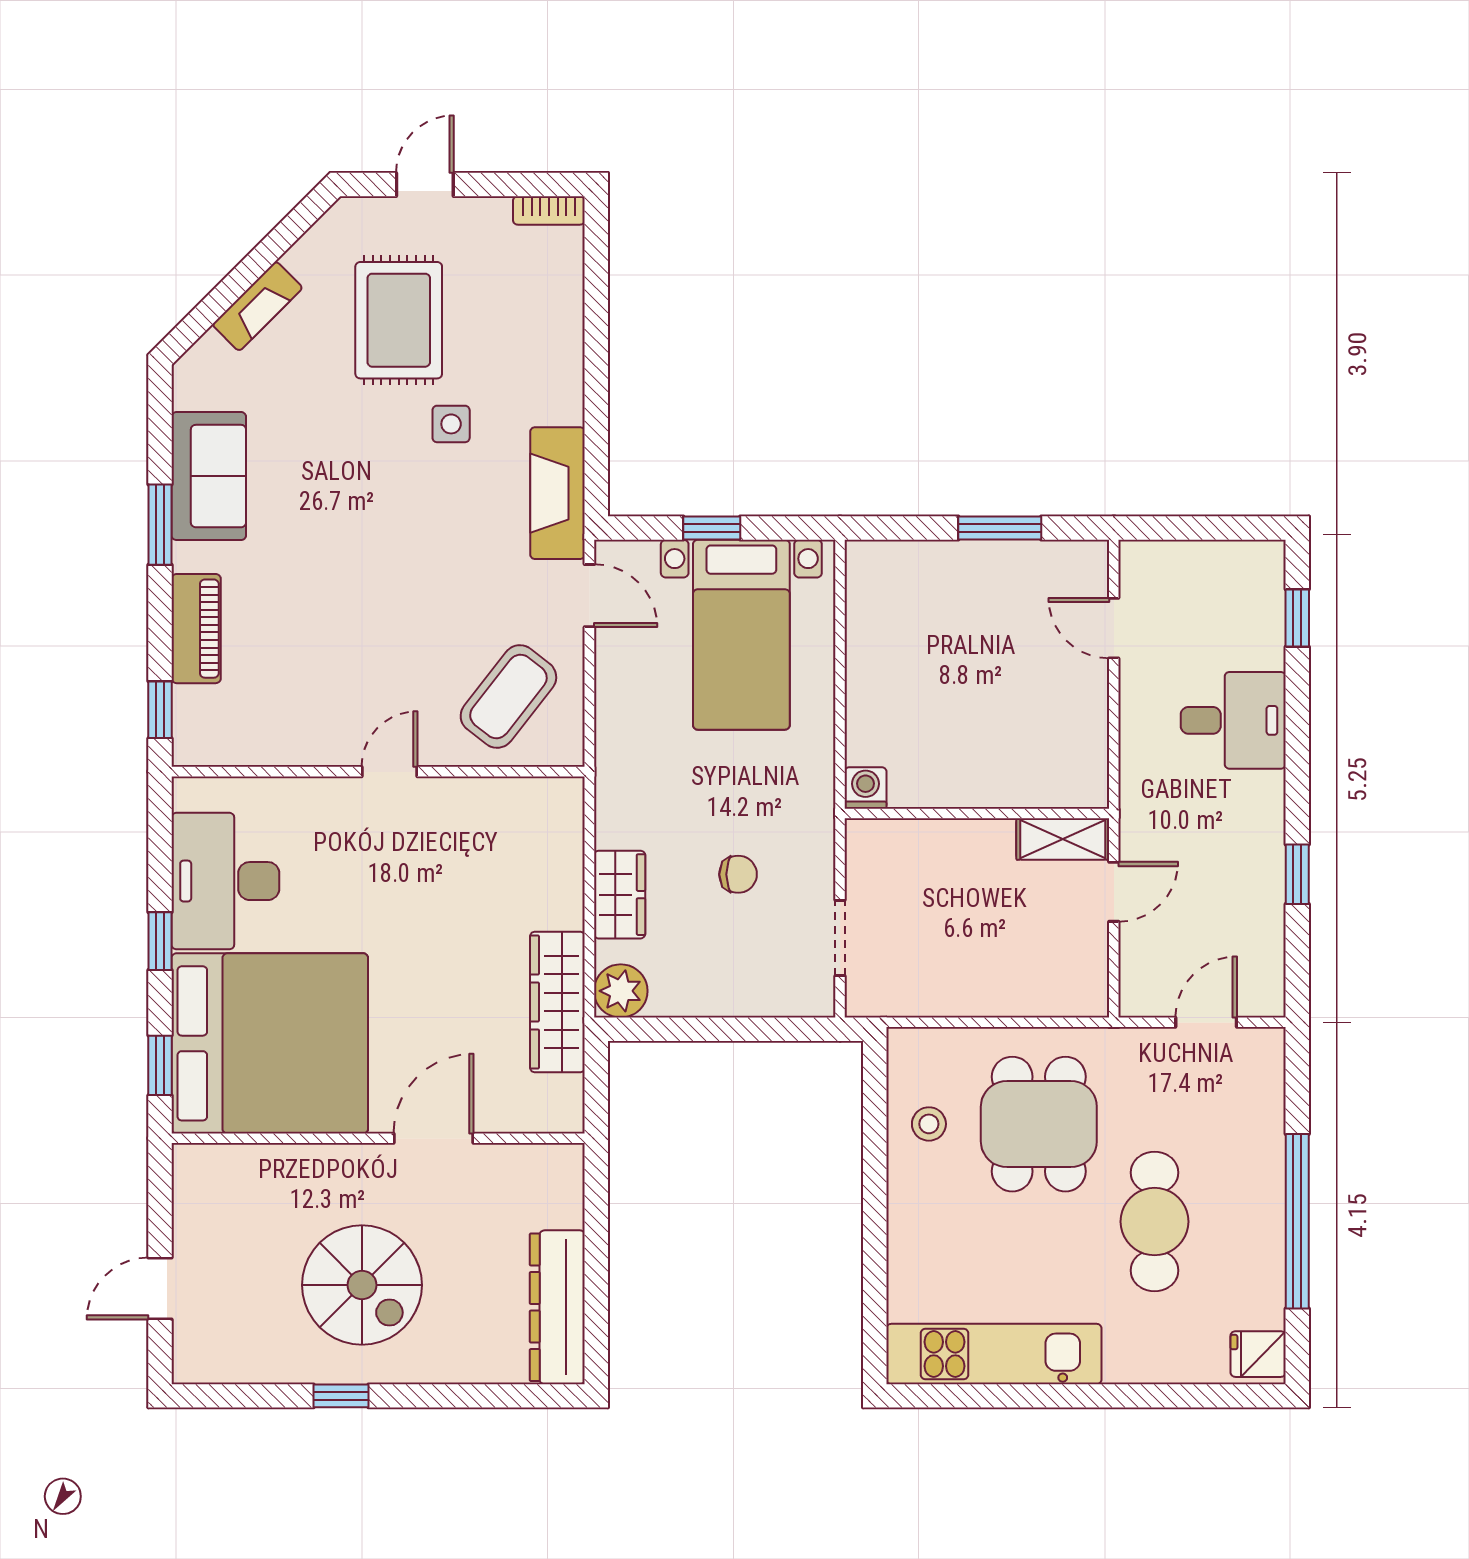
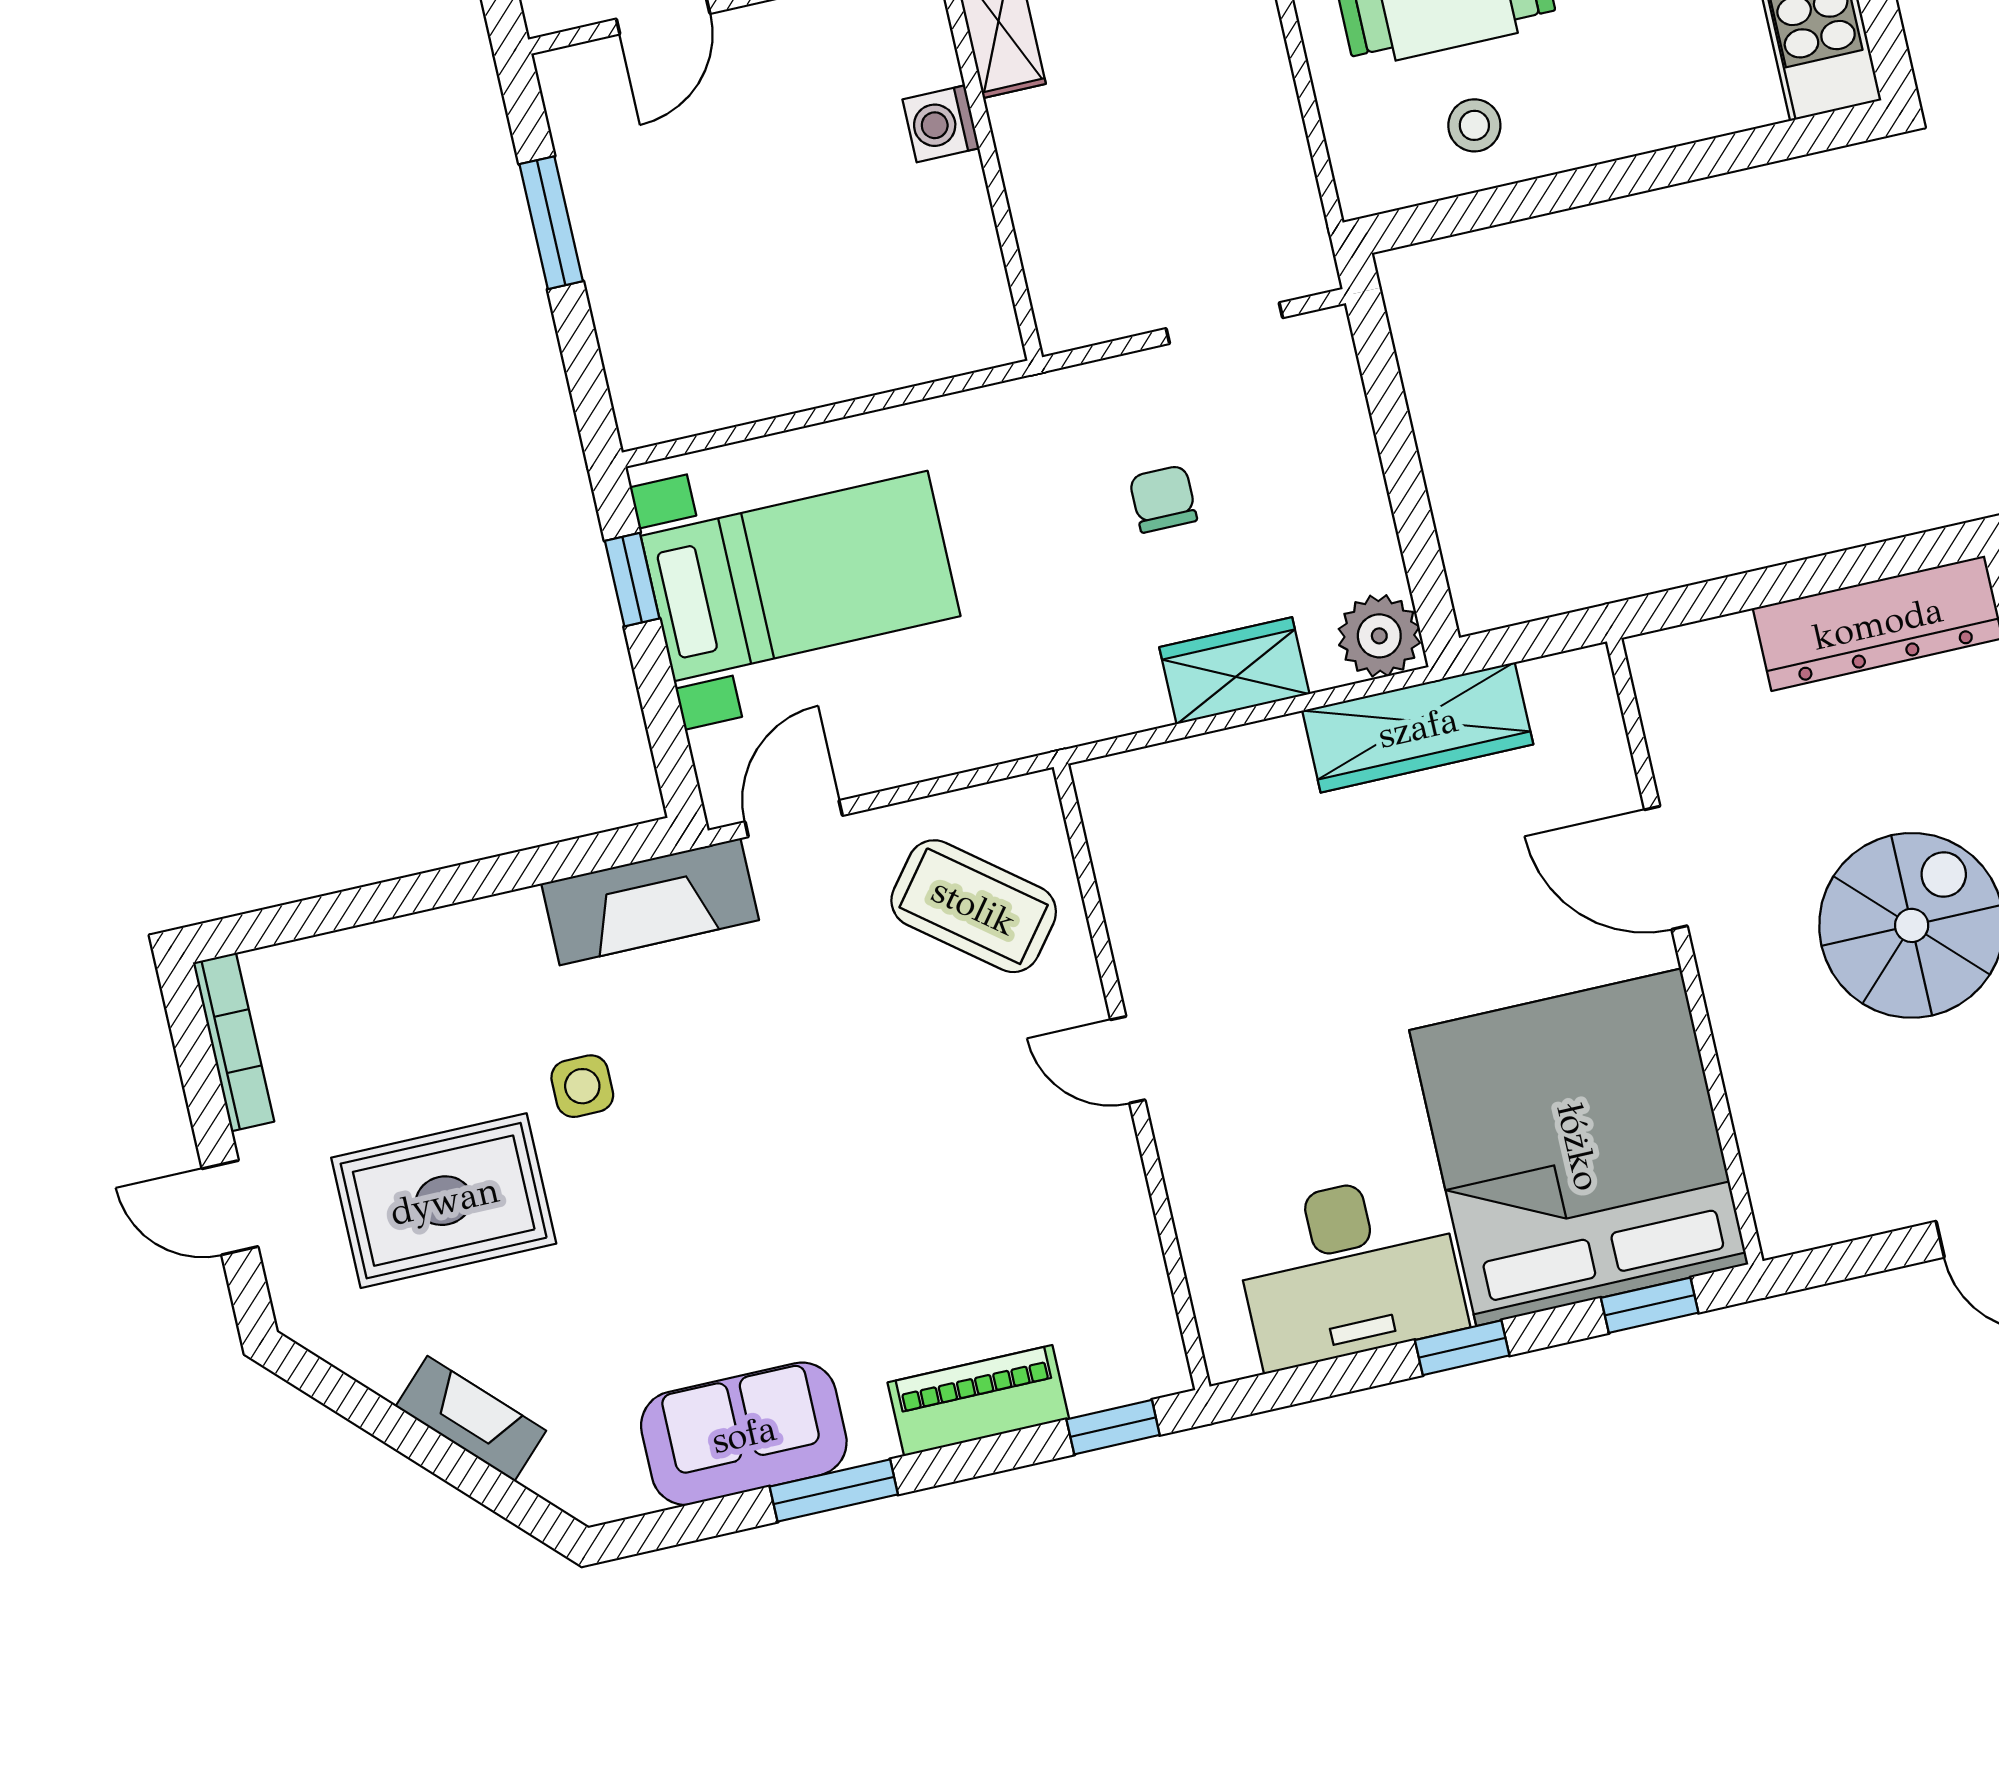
bookcase: (549, 210) -> (234, 1042), width x1.56
window: (712, 528) -> (632, 580), moved
washing machine: (866, 788) -> (941, 124), moved

